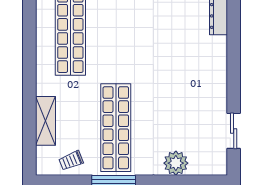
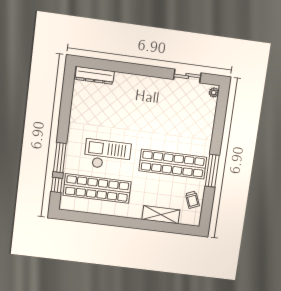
checkout: (117, 39) -> (107, 155), added
plant: (176, 163) -> (214, 92), moved, width x0.53, depth x0.53

